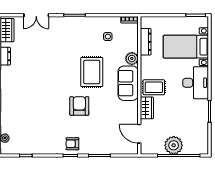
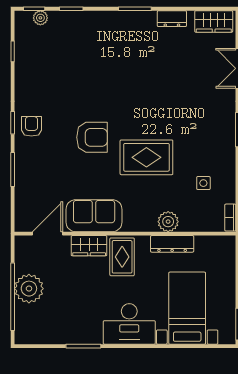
dresser: (146, 42) -> (172, 244), moved
sofa: (128, 83) -> (94, 216), moved

